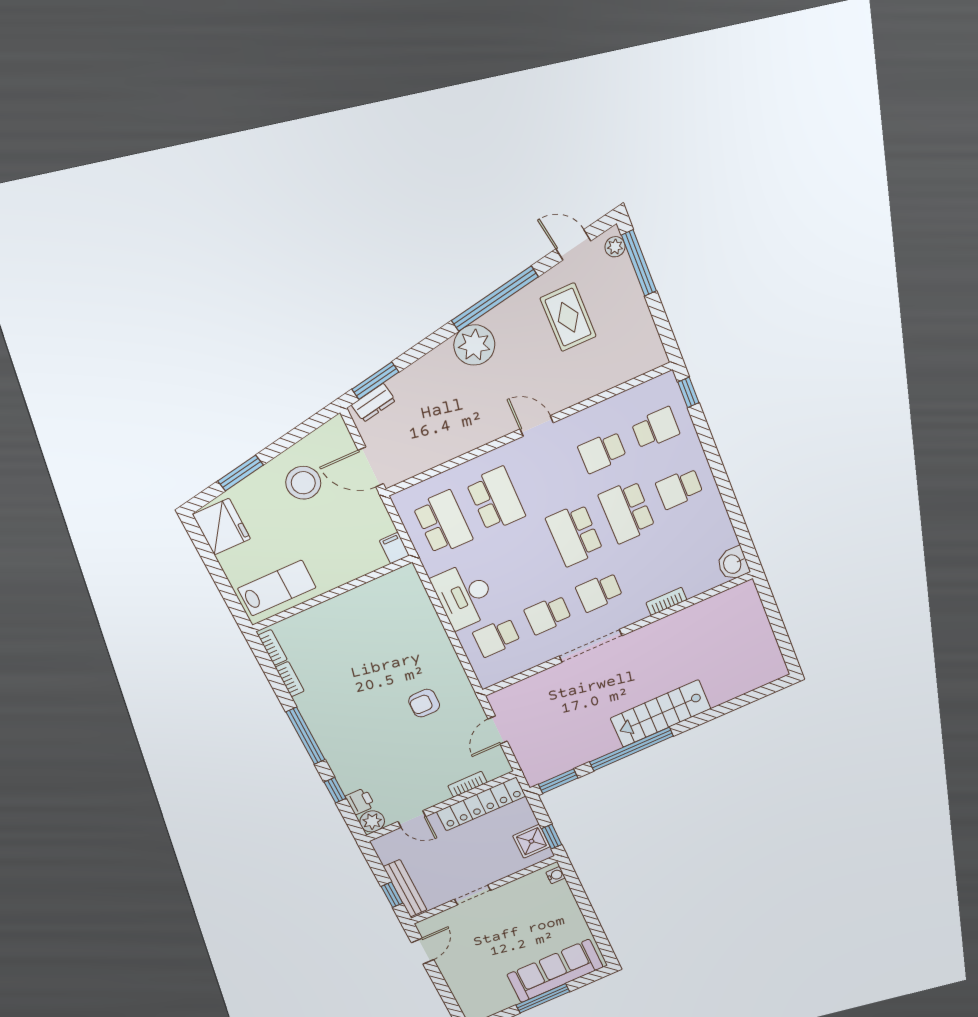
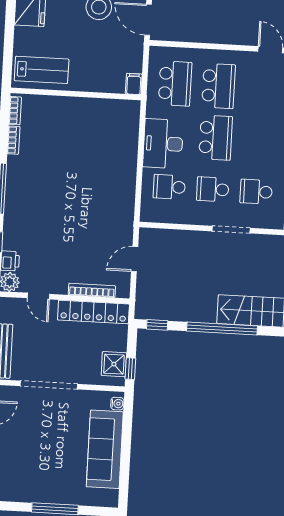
school desk: (575, 535) -> (216, 138), moved, turned 180
doorway: (591, 646) -> (231, 230), width x0.73
armchair: (424, 703) -> (94, 209), removed
window: (558, 781) -> (157, 325), width x0.67
bookcase: (468, 784) -> (92, 290), width x1.56
doorway: (473, 895) -> (49, 385), width x1.87
sofa: (555, 971) -> (105, 449), moved, turned -90

